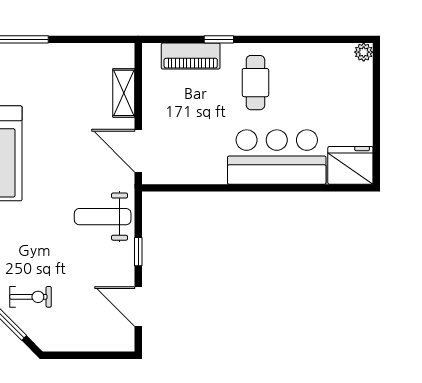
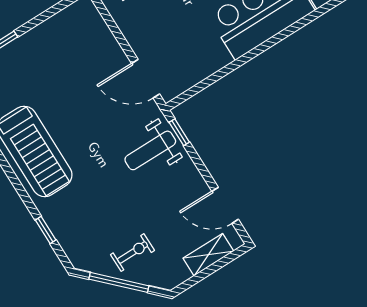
shelving: (124, 93) -> (208, 255), moved, turned 90
window: (138, 252) -> (179, 132), moved

